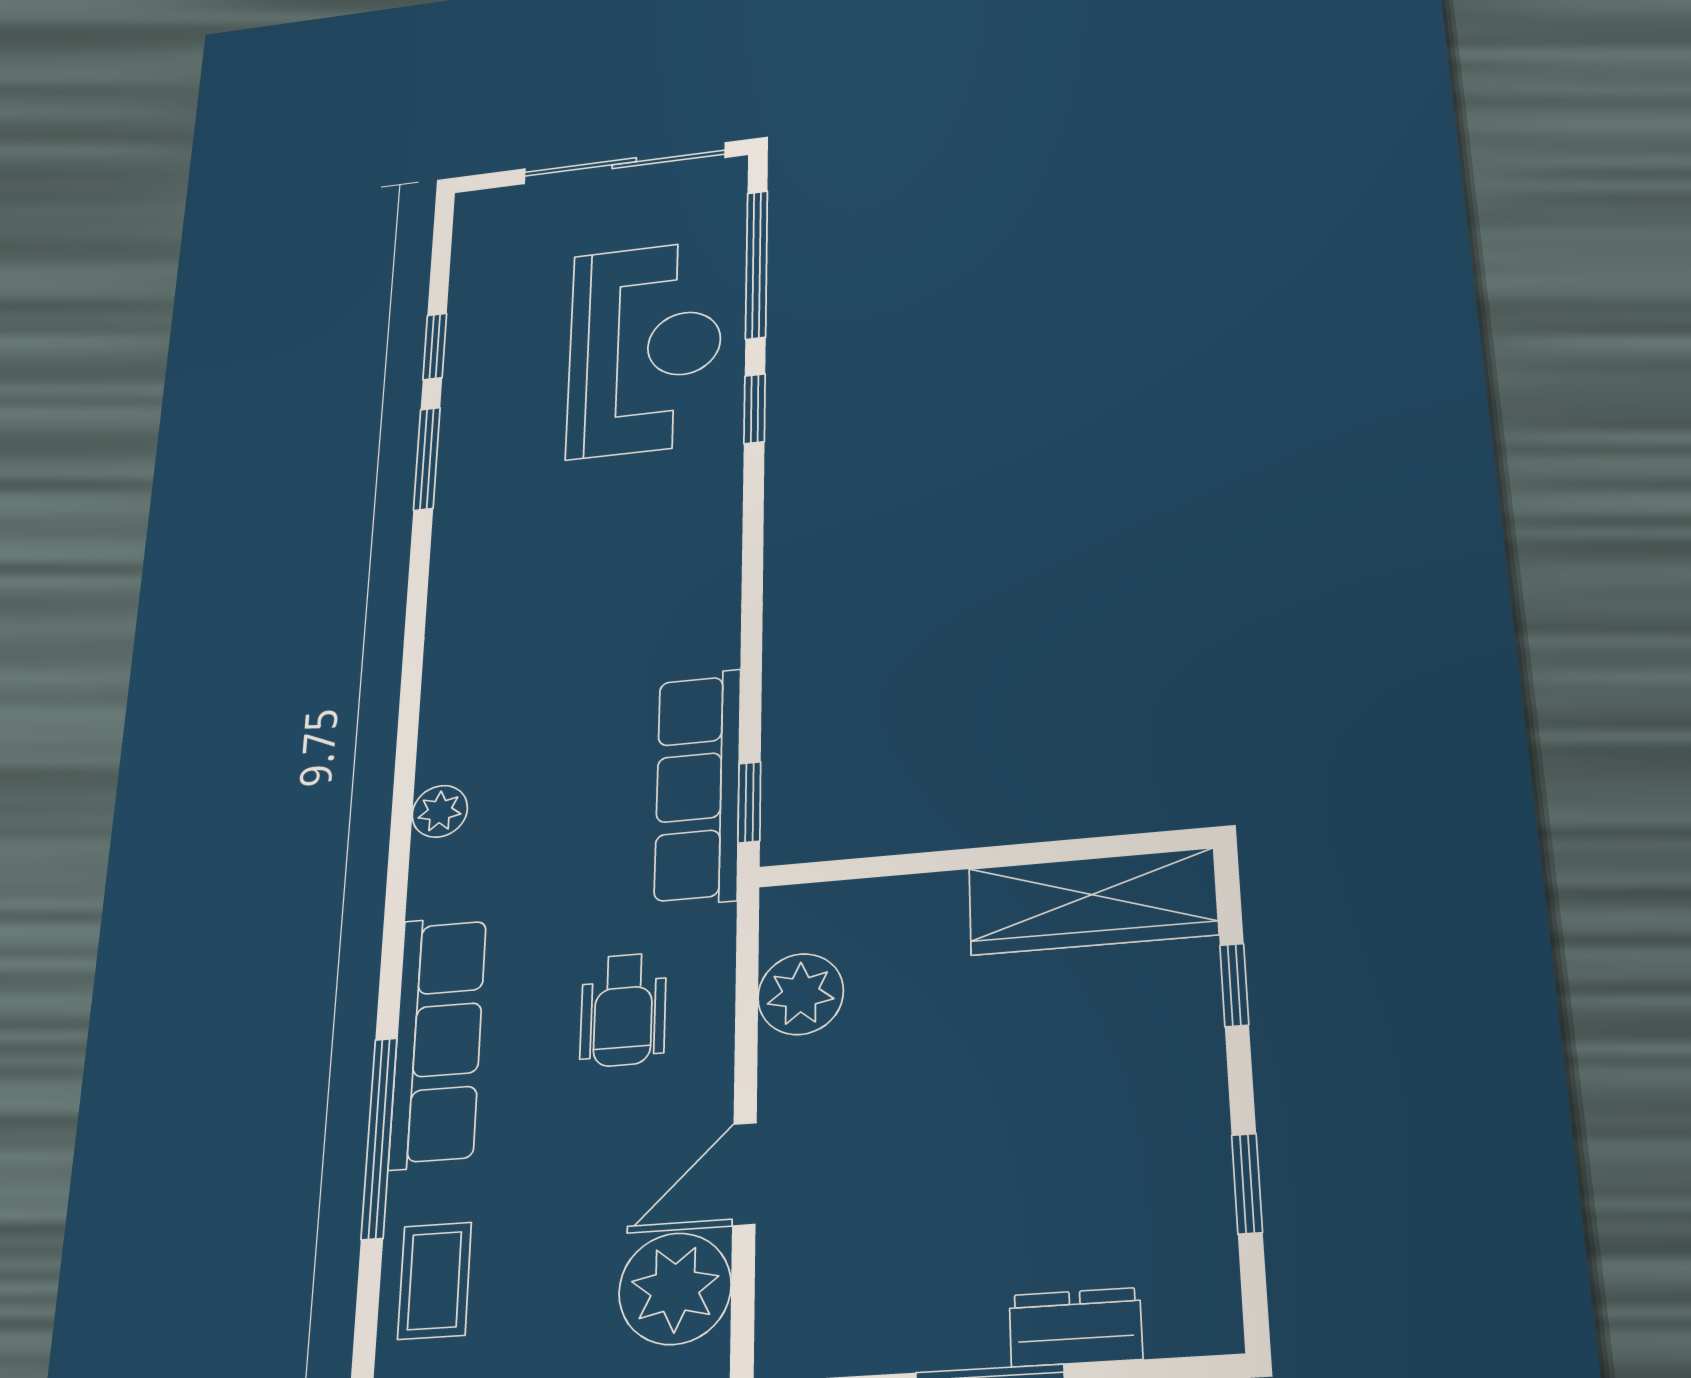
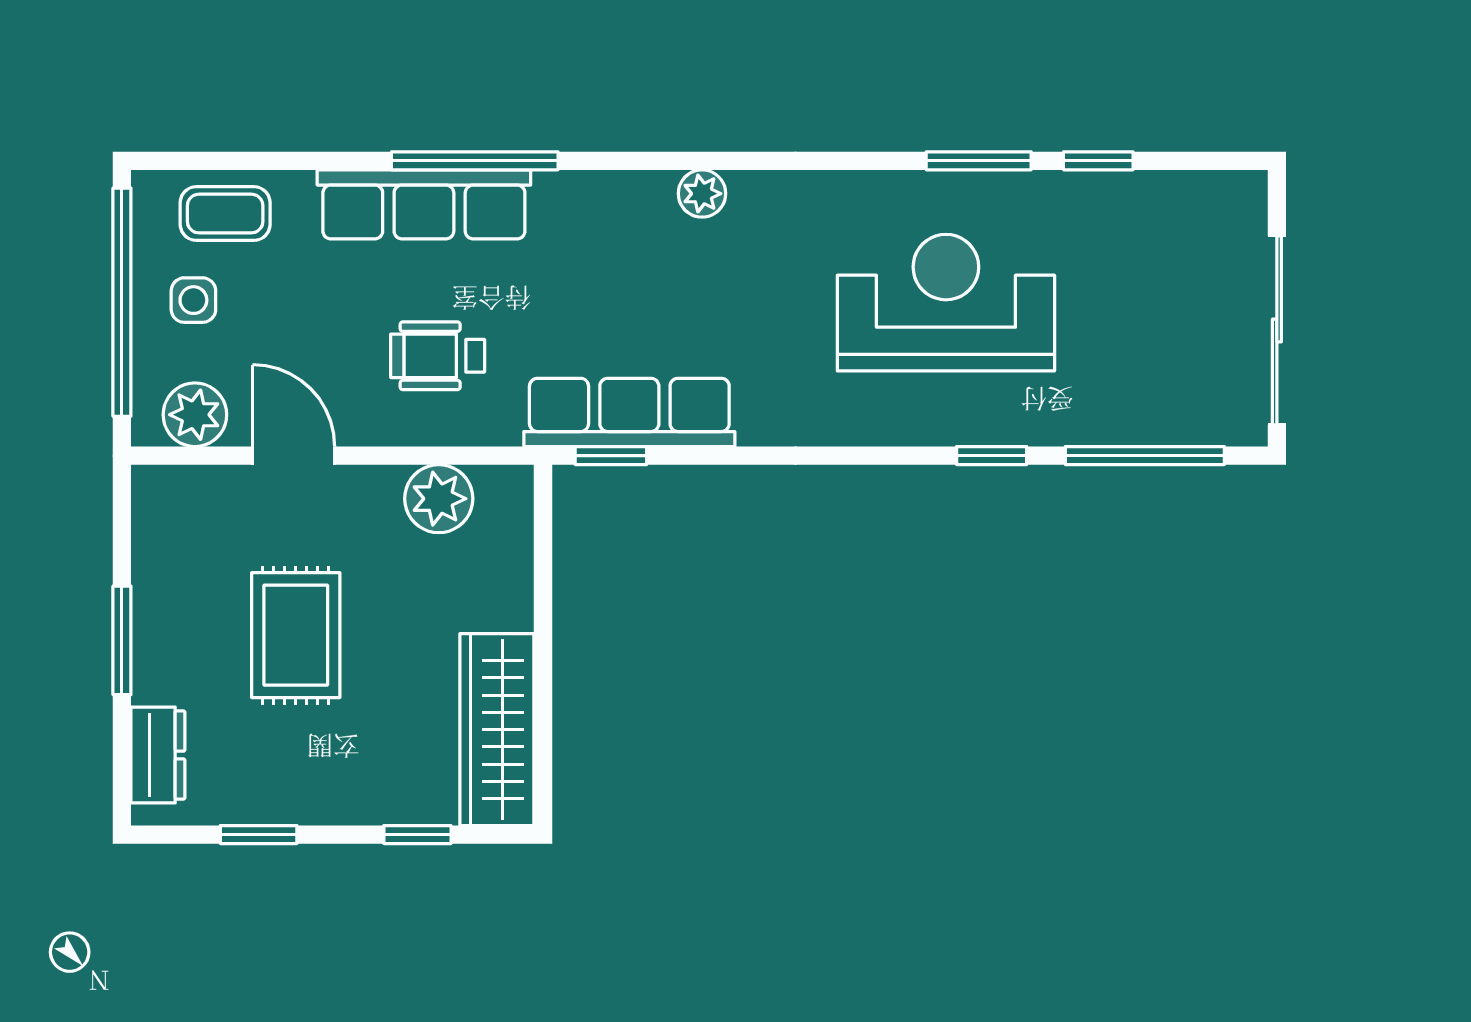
reception desk: (645, 348) -> (946, 303), moved, turned 180
plant: (440, 811) -> (702, 194), moved
window: (379, 1138) -> (475, 161), moved
rug: (978, 1155) -> (296, 635), added
plant: (675, 1289) -> (195, 415), width x0.73, depth x0.73
side table: (542, 1314) -> (193, 300), added
dresser: (1076, 1327) -> (158, 755), moved

